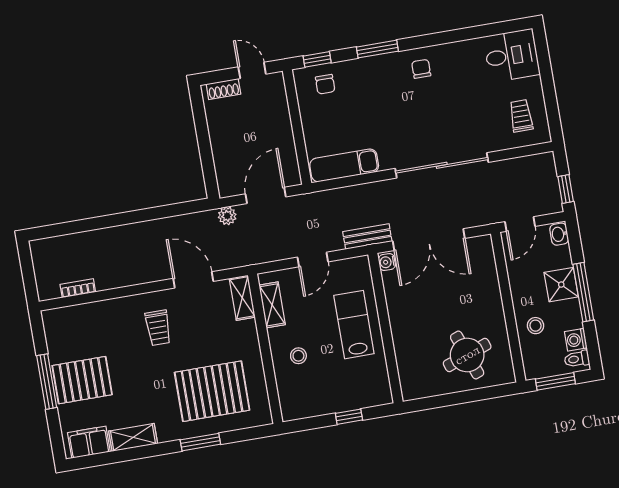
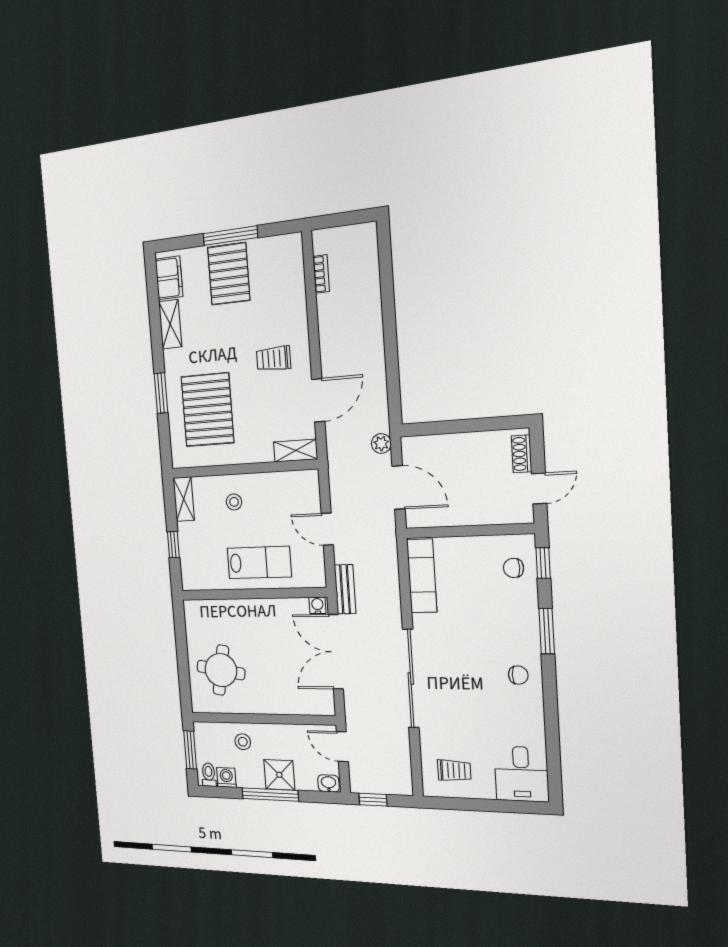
shelving: (272, 305) -> (184, 499), moved, turned 90
round table: (467, 355) -> (221, 670), turned 30

